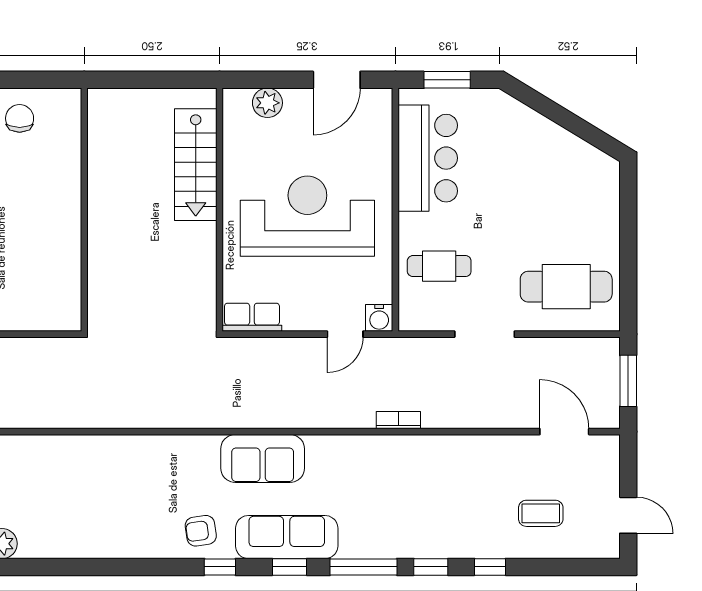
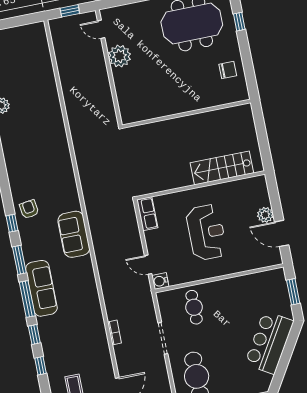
plant: (267, 103) -> (265, 215), moved
bar counter: (428, 158) -> (269, 343), moved, turned 121
reception desk: (307, 216) -> (206, 232), width x0.74, depth x0.77
bookcase: (398, 420) -> (115, 333), moved
sofa: (287, 537) -> (41, 288), moved
window: (289, 567) -> (19, 260), width x1.50

